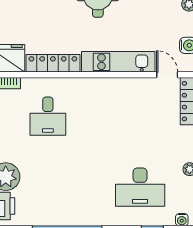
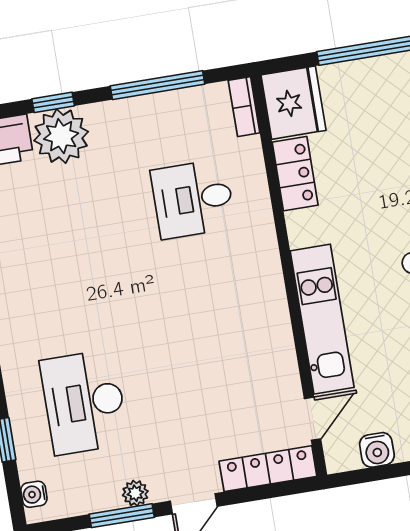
locker: (53, 63) -> (295, 174), width x0.66

